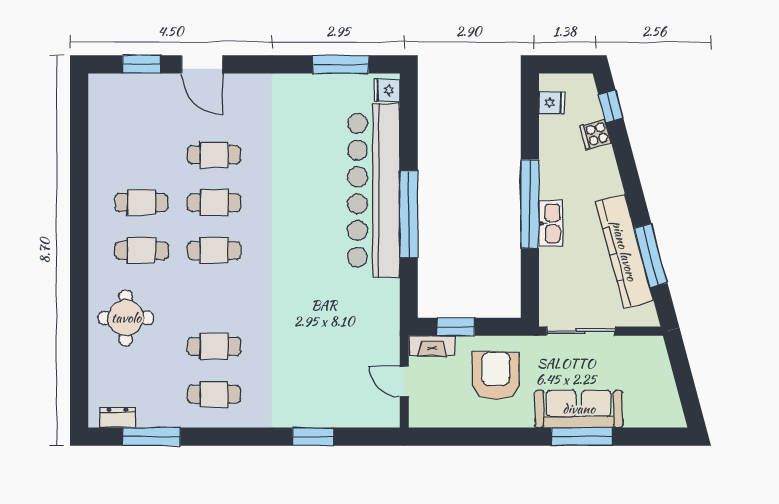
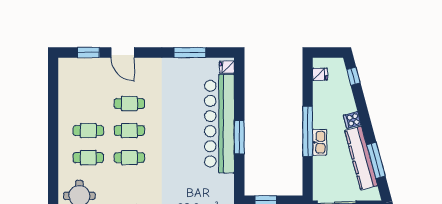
window: (341, 64) -> (190, 53), moved
cooker: (596, 134) -> (352, 120), moved
window: (409, 214) -> (239, 137), width x0.68

